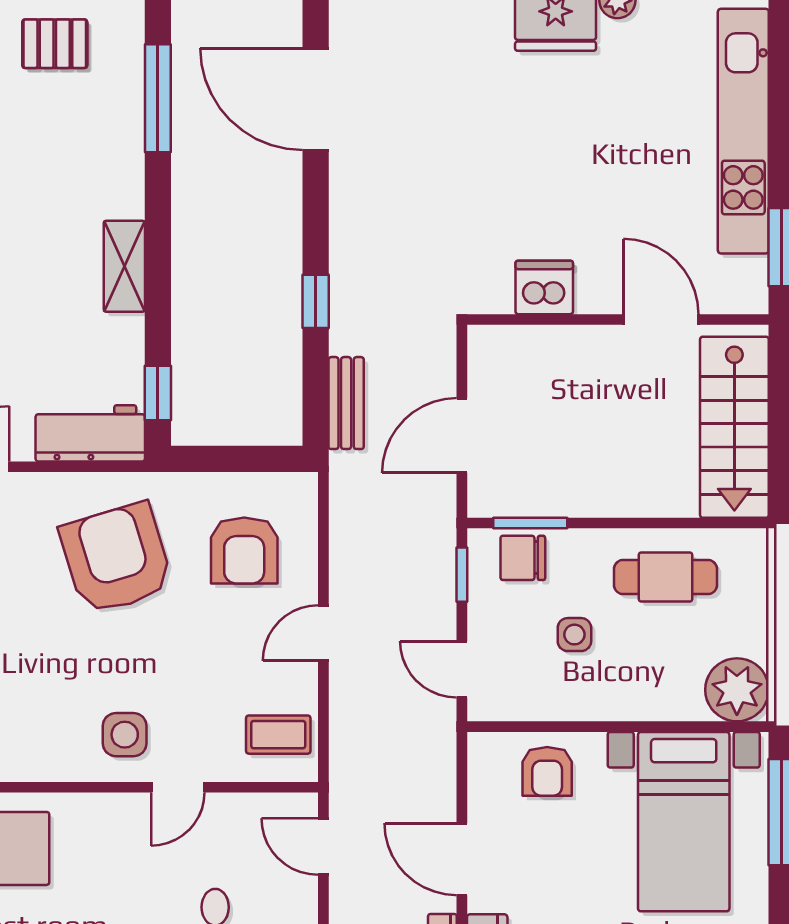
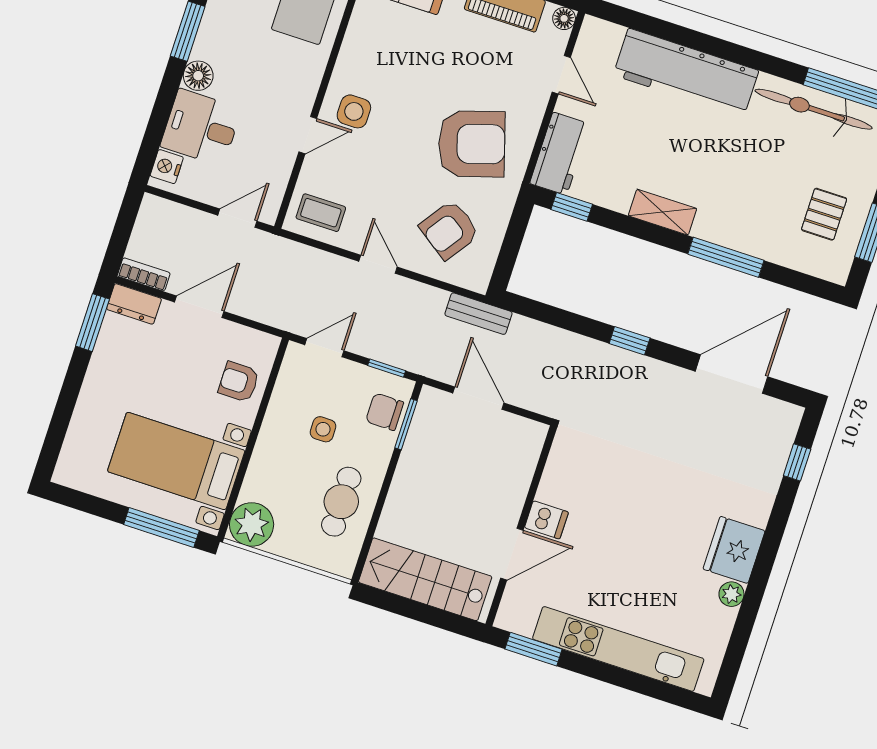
window: (158, 98) -> (726, 257), moved
dishwasher: (544, 287) -> (546, 520), moved, width x0.73
window: (316, 301) -> (630, 341), moved
bench: (346, 403) -> (478, 314), moved
armchair: (244, 550) -> (449, 230), turned -55
chair: (523, 558) -> (385, 412), turned -90
coffee table: (278, 735) -> (321, 213), turned 90
door: (178, 787) -> (308, 135), swing flipped

